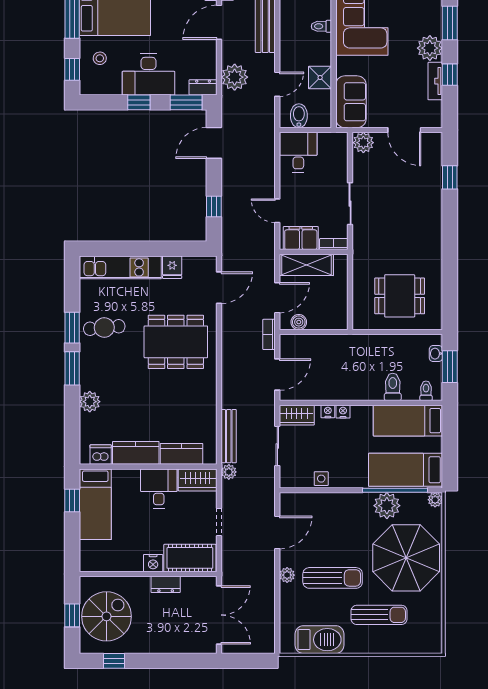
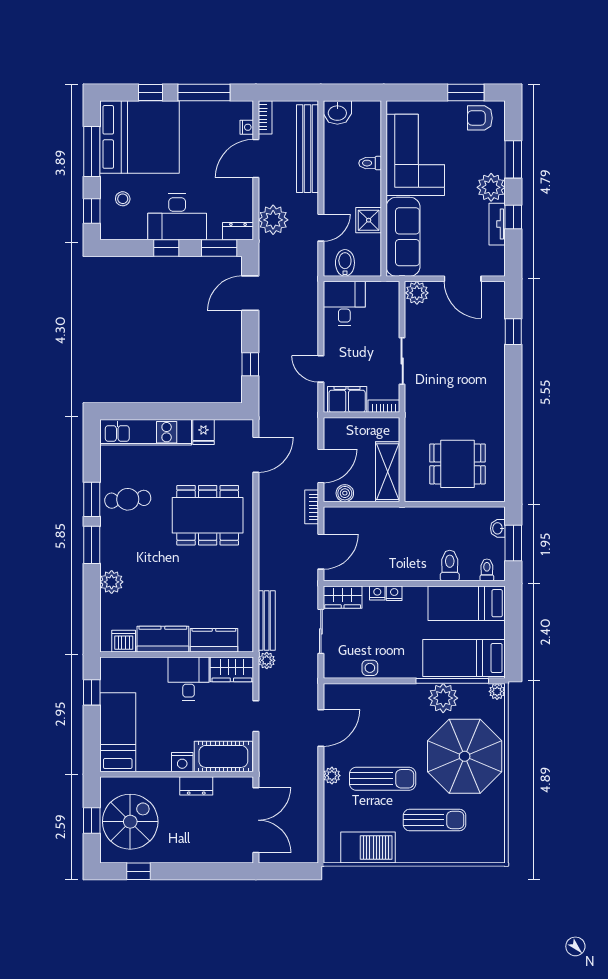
sofa: (351, 102) -> (403, 237), width x1.36
shelving: (306, 265) -> (388, 472), moved, turned 90
bed: (95, 504) -> (118, 732), moved, turned 180

